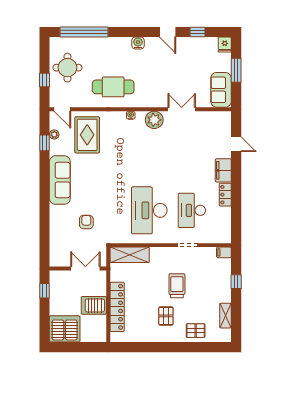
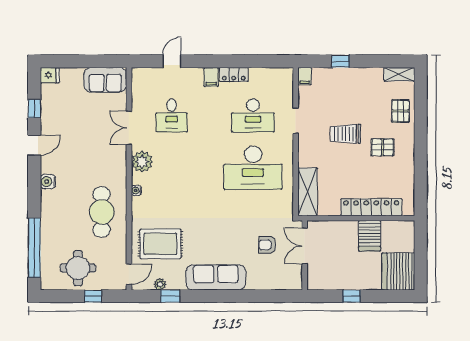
window: (236, 70) -> (81, 61), removed
desk: (192, 144) -> (172, 115), added
filing cabinet: (223, 170) -> (211, 77), width x0.50
wall: (78, 269) -> (305, 255), moved
double door: (85, 269) -> (305, 246), moved
shelving: (226, 316) -> (399, 74), moved

